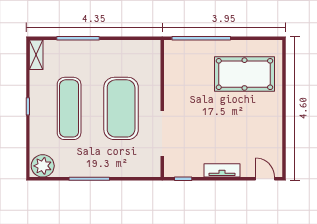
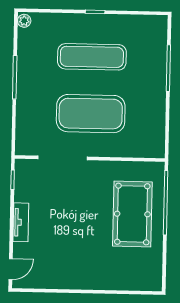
shelving: (36, 55) -> (151, 22), removed
pool table: (244, 74) -> (132, 214), moved
plant: (43, 166) -> (24, 21), width x0.53, depth x0.53

